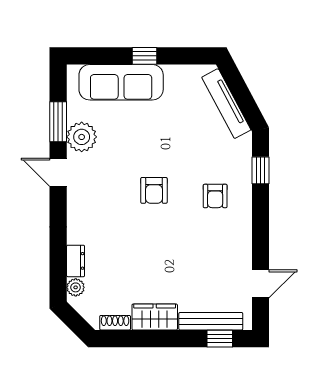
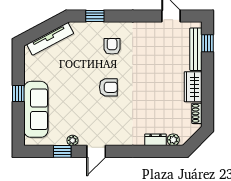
window: (58, 122) -> (62, 151), width x0.67
plant: (82, 137) -> (73, 140), width x0.53, depth x0.53
armchair: (215, 196) -> (112, 46), turned -90

